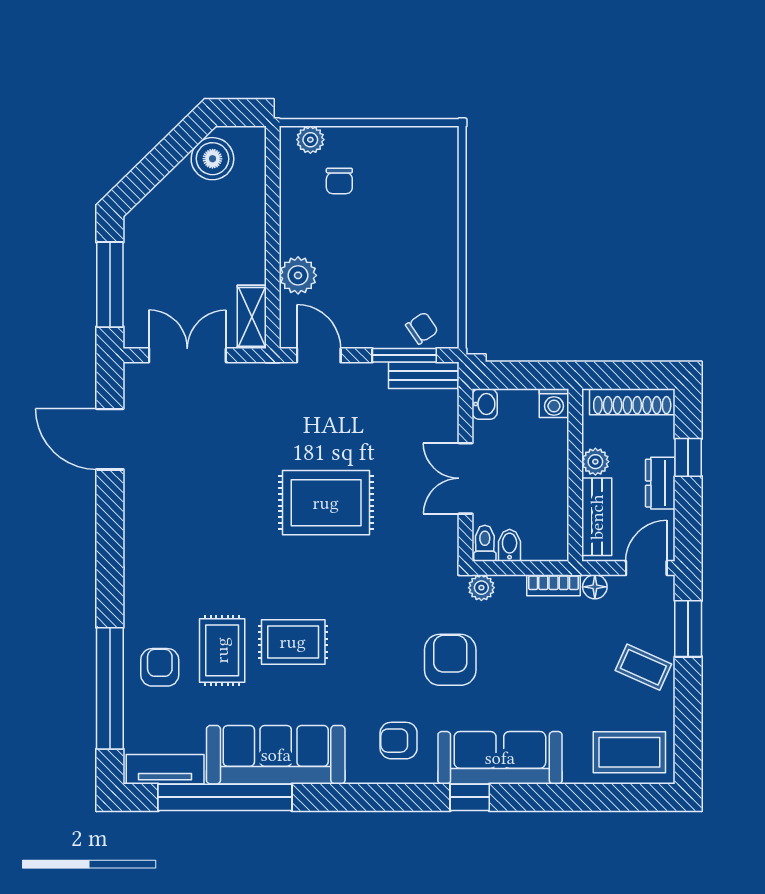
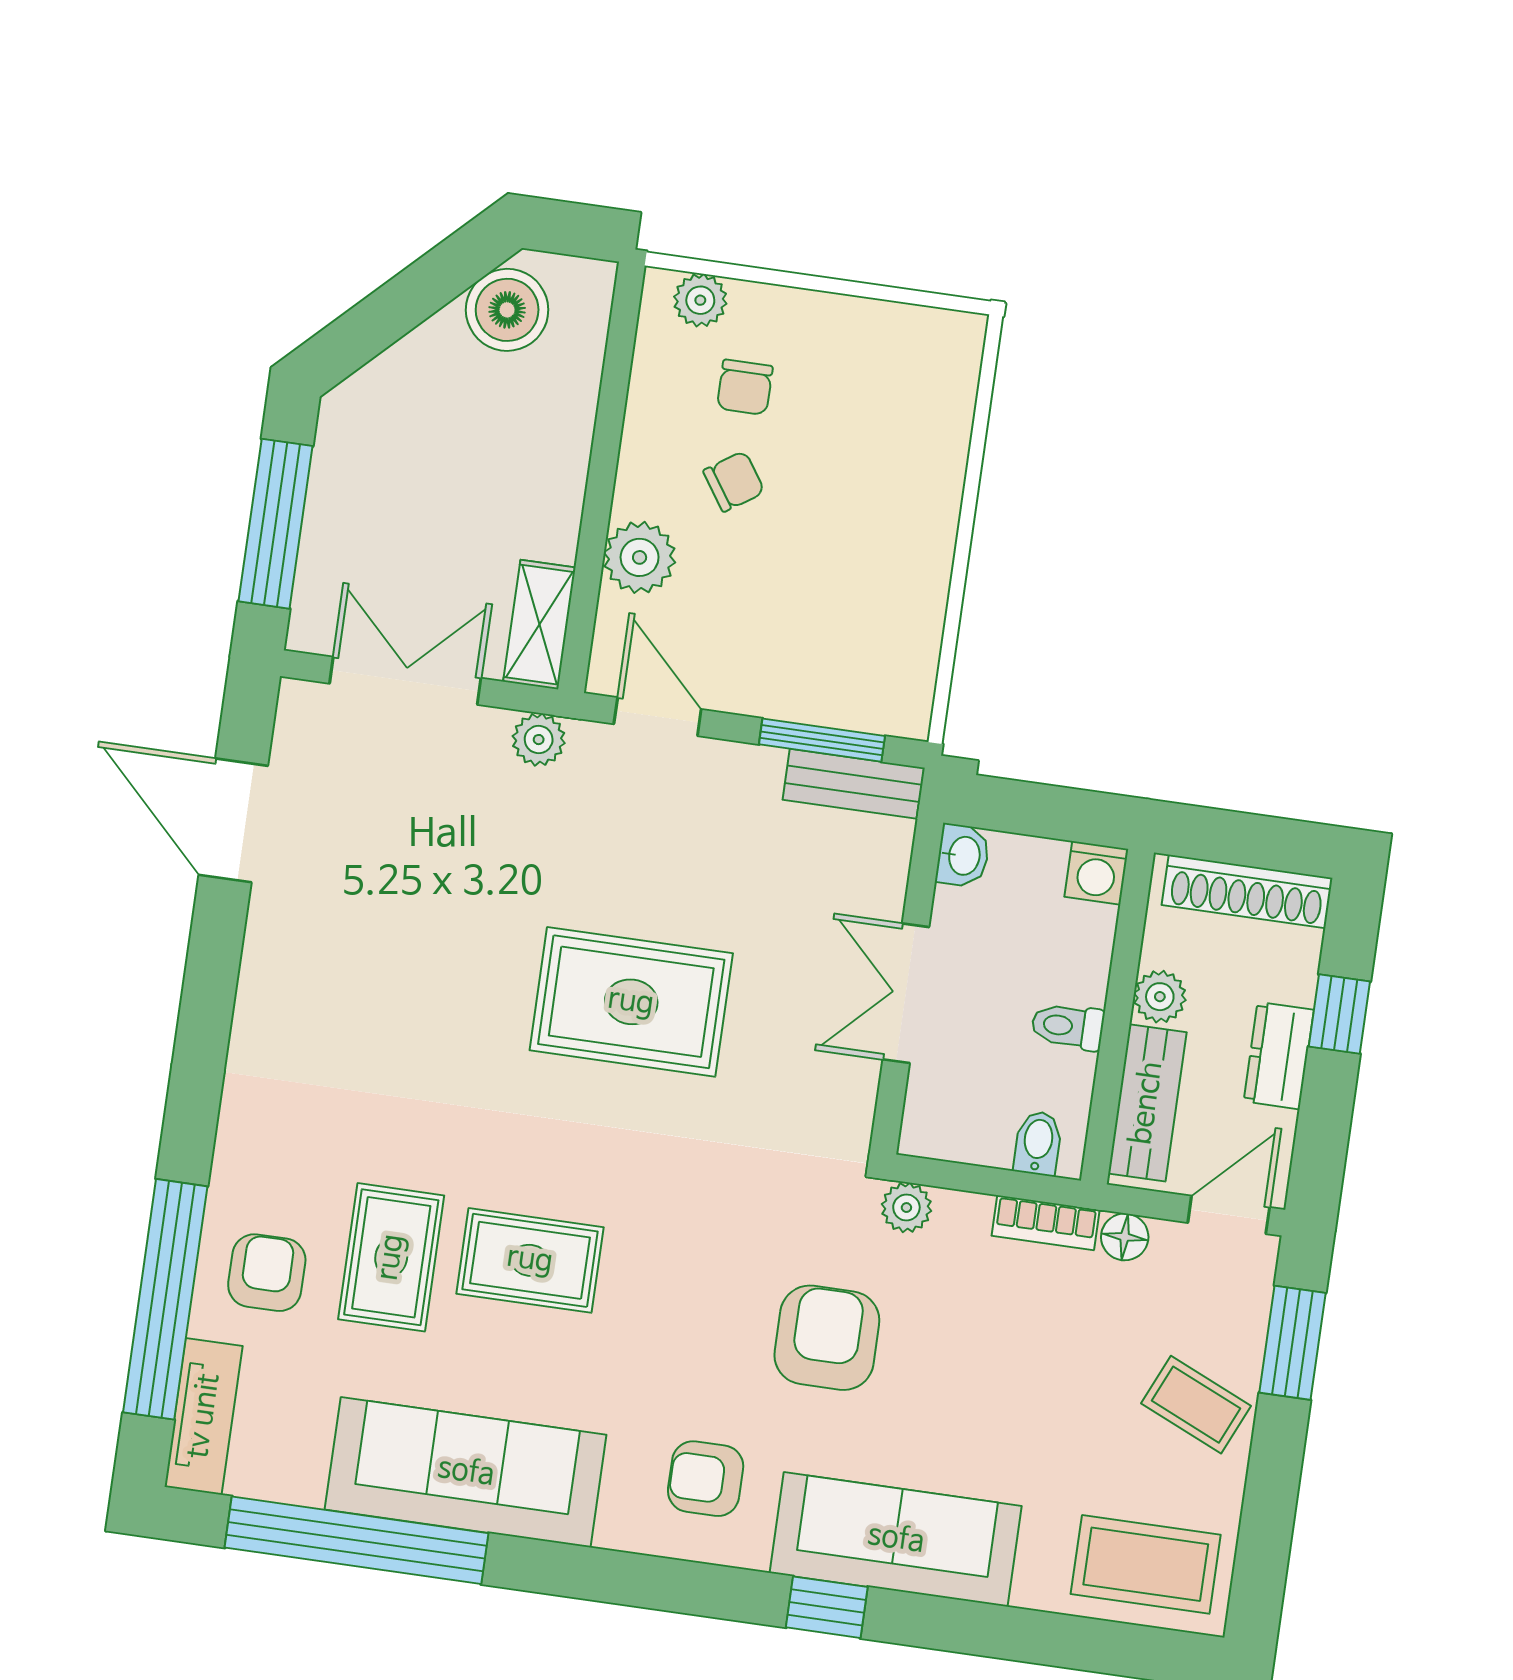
chair: (422, 328) -> (734, 481), moved
plant: (260, 376) -> (539, 740), added
toilet: (485, 543) -> (1068, 1026), moved, turned -90
bidet: (510, 545) -> (1038, 1143), moved
tv unit: (165, 769) -> (204, 1416), moved, turned 90

